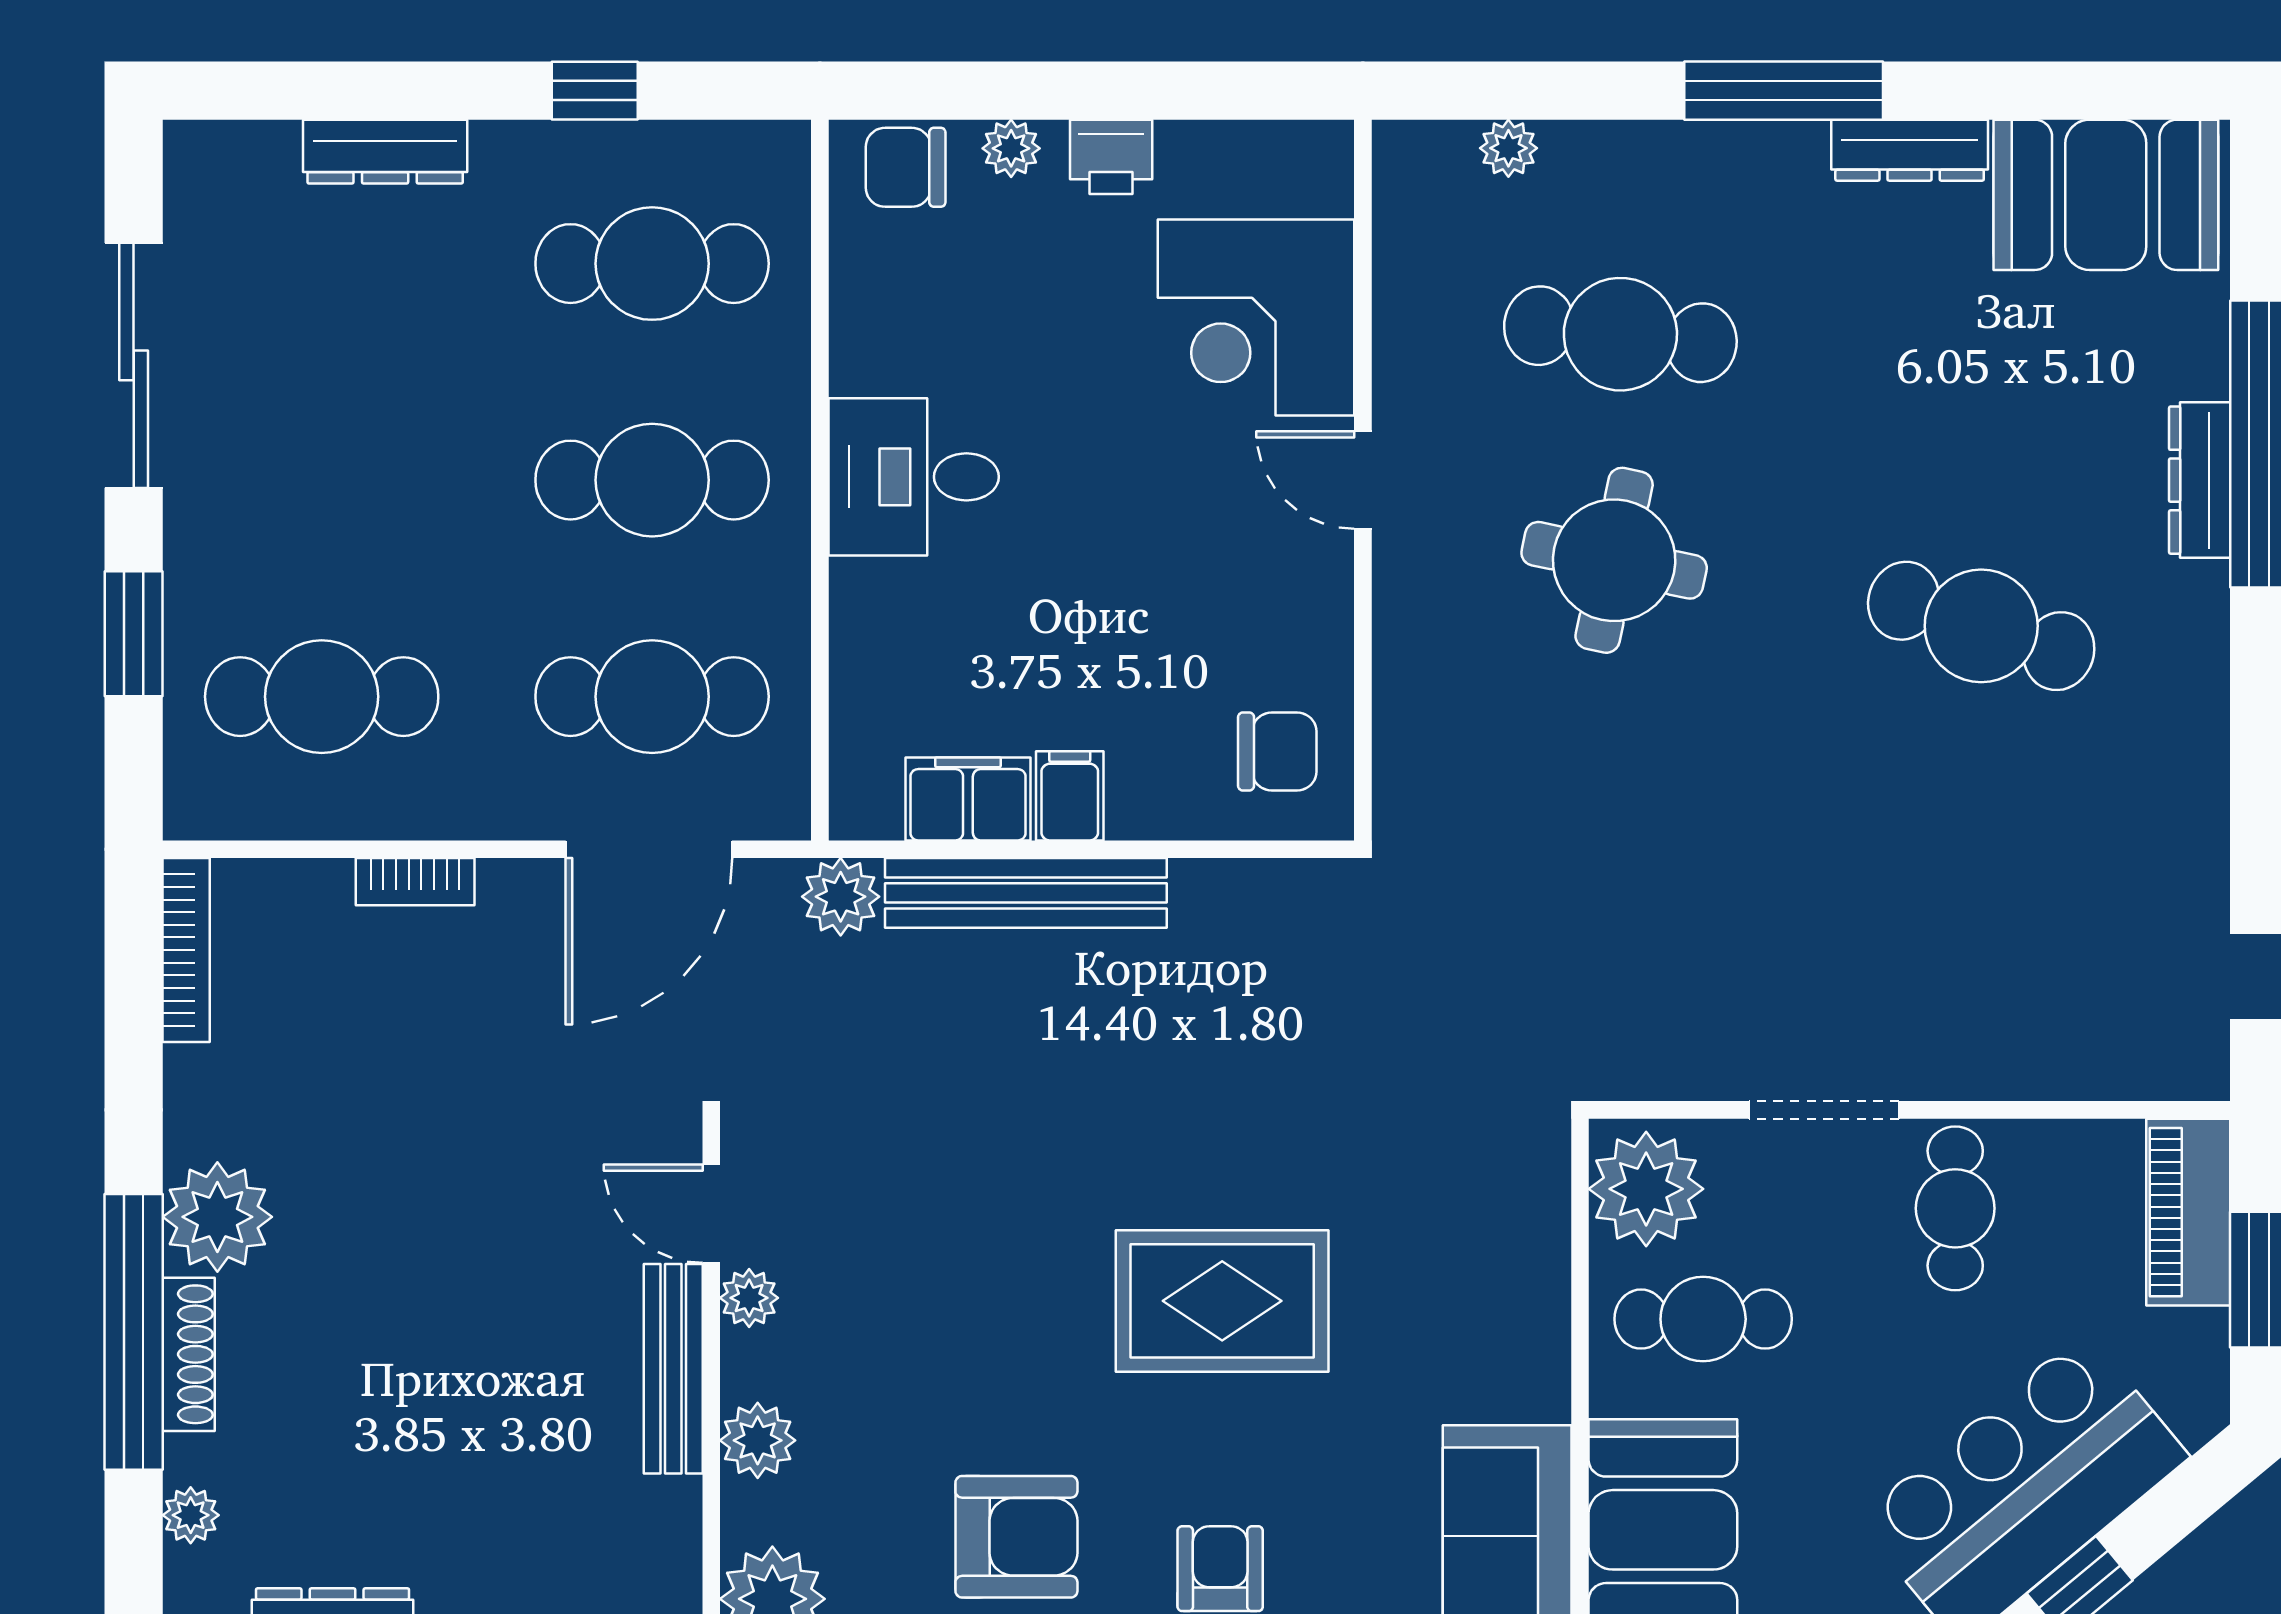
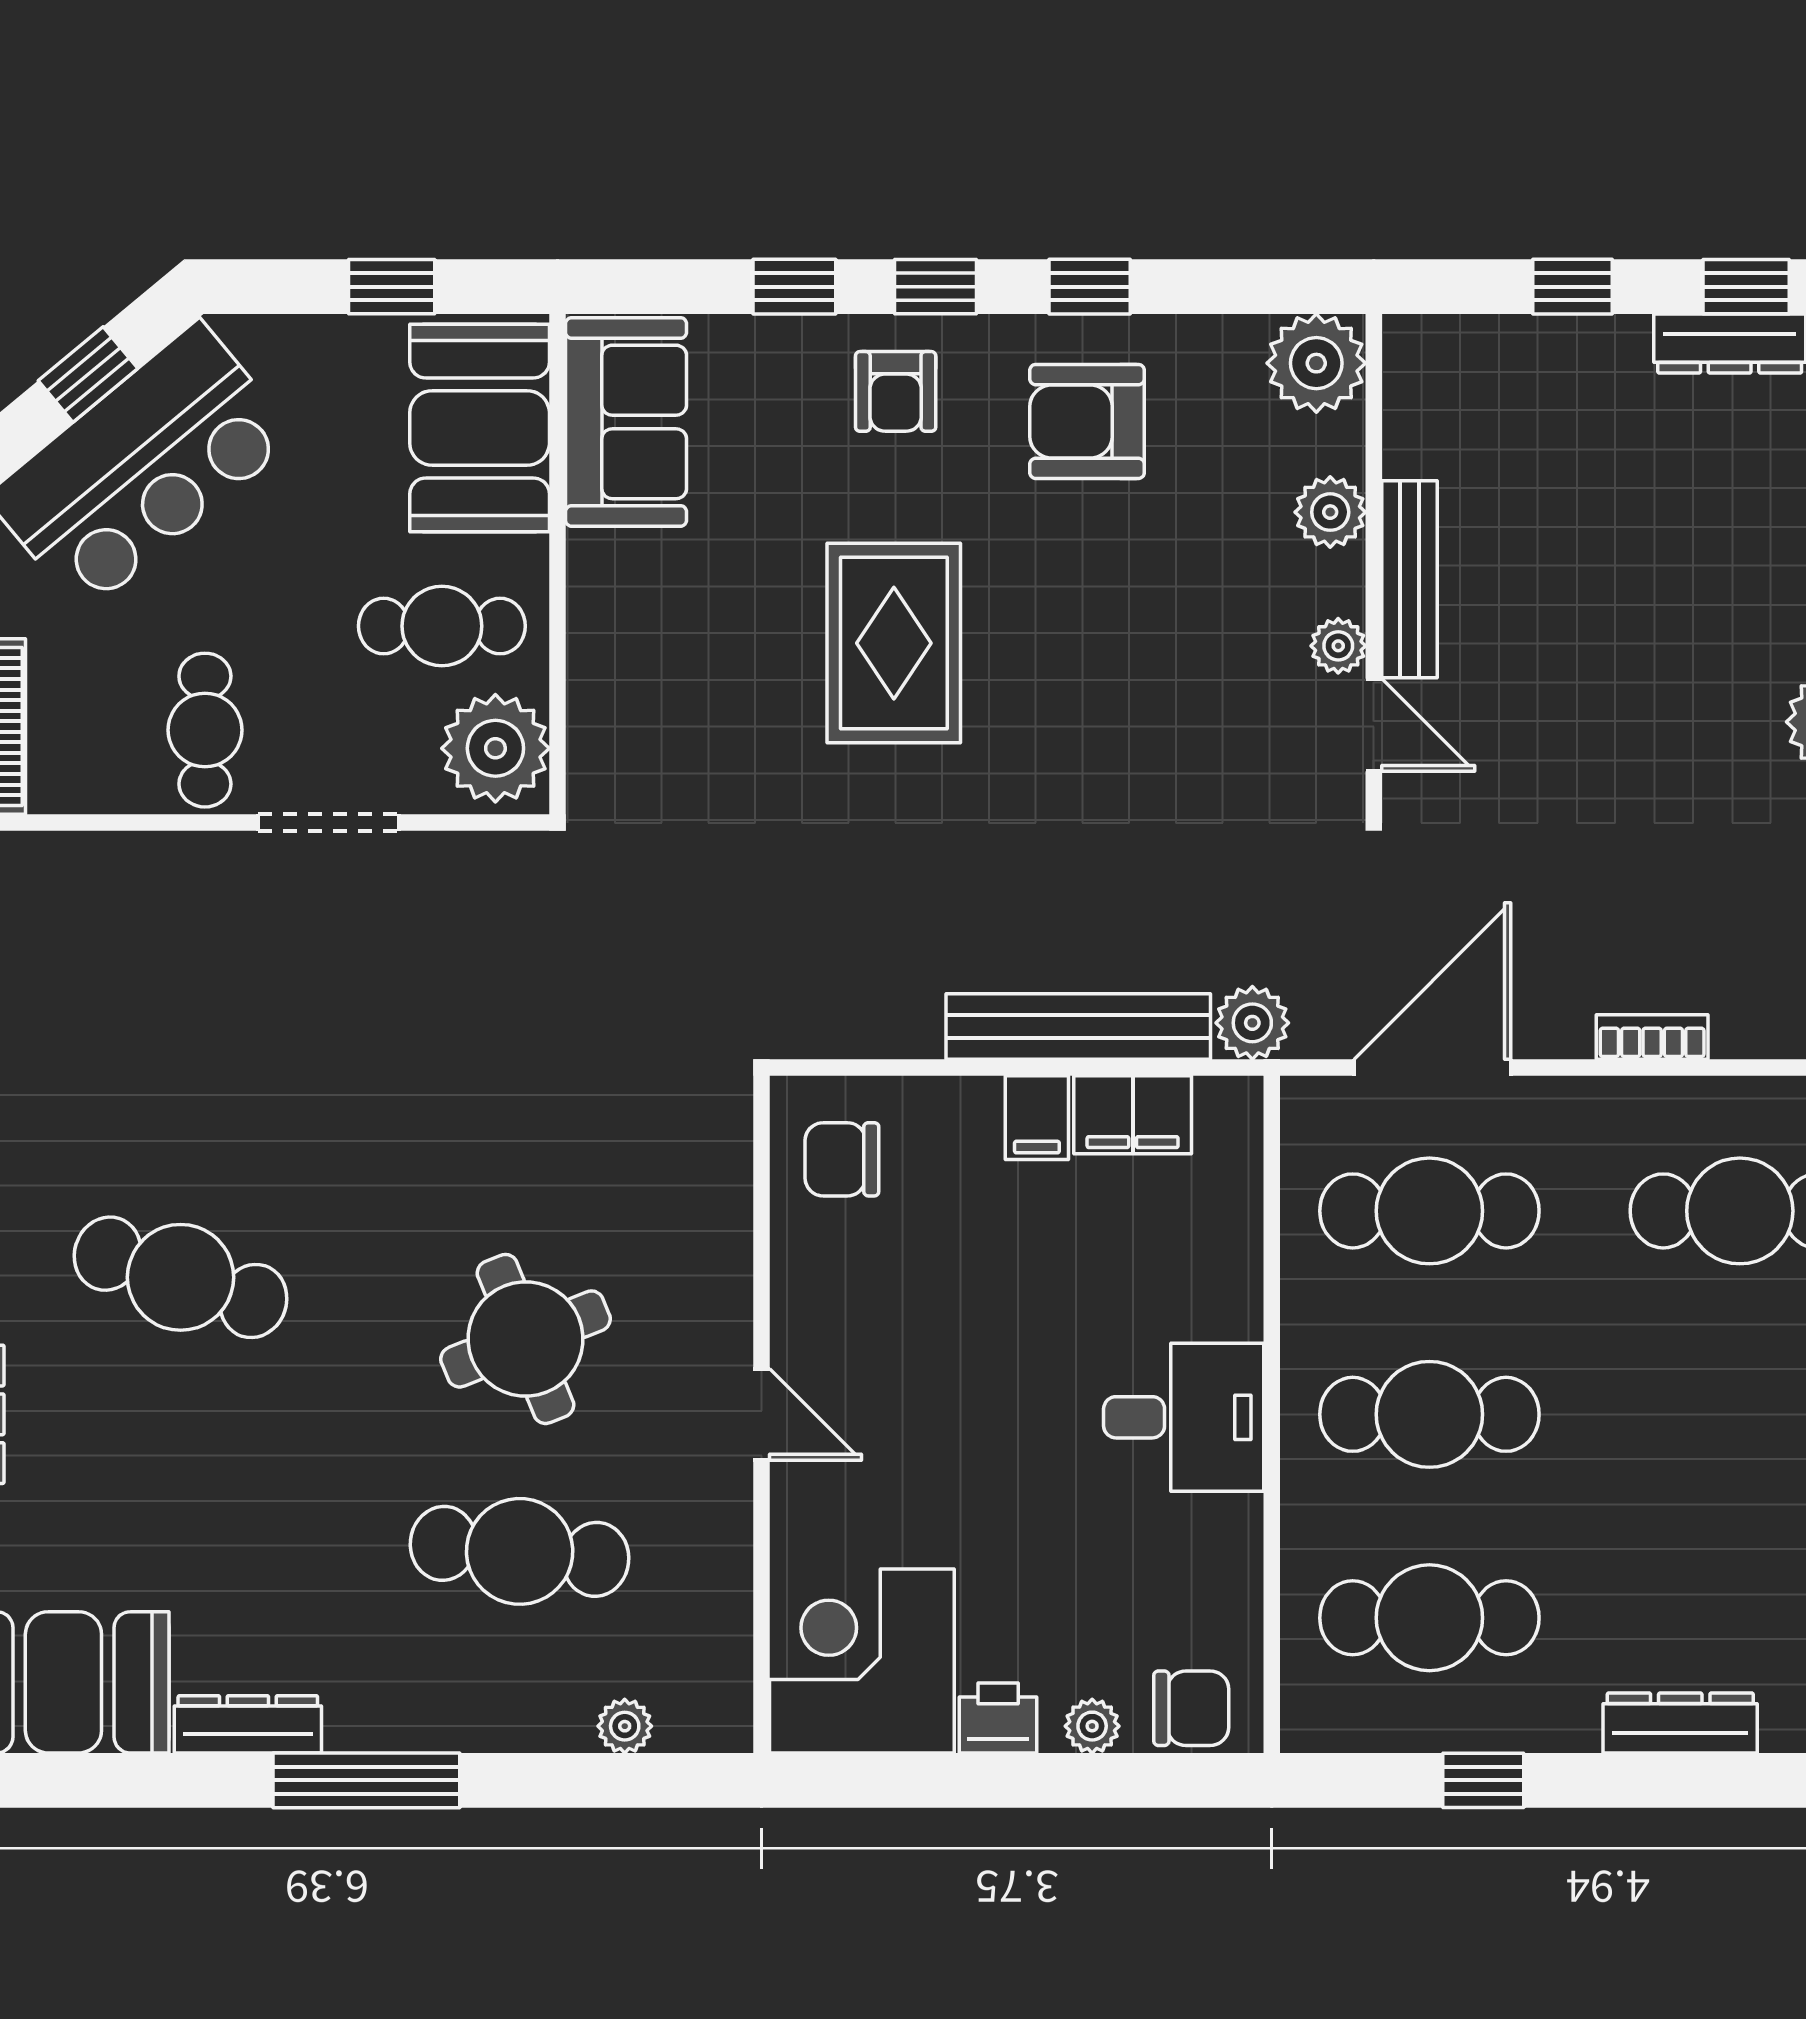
corner desk: (1256, 317) -> (862, 1661), moved, turned -90
round table: (1614, 560) -> (526, 1339), turned -34
rug: (1222, 1301) -> (894, 643), turned 90

